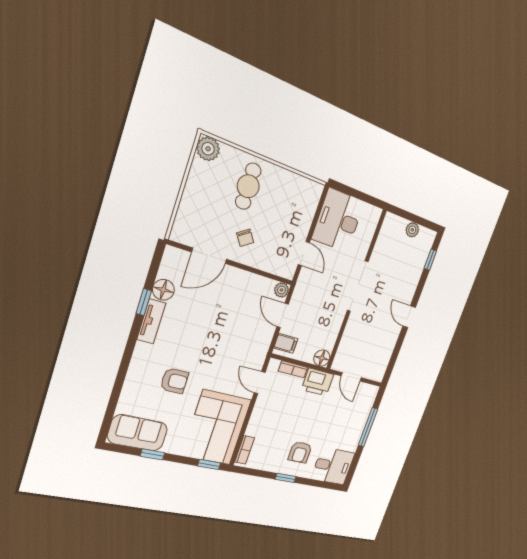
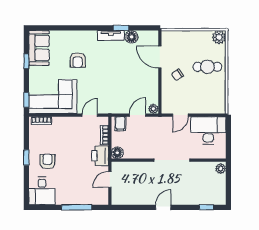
plant: (412, 230) -> (221, 169), moved
armchair: (300, 452) -> (47, 161), turned 90

